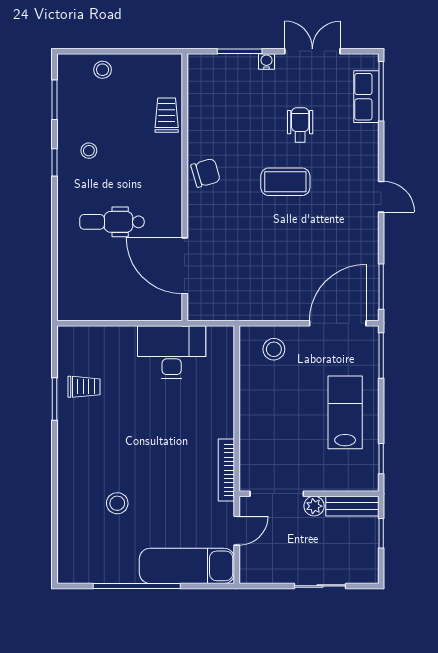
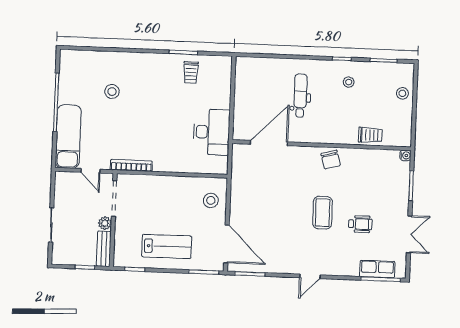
water cooler: (267, 61) -> (405, 155), moved

